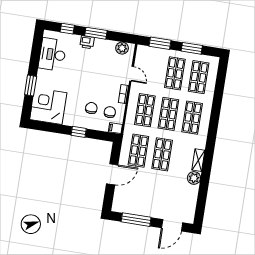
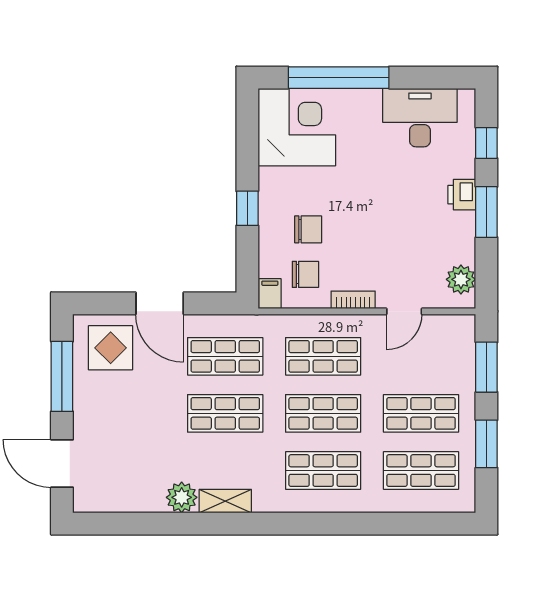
window: (31, 86) -> (339, 78), width x2.11
display table: (127, 198) -> (111, 348), added

